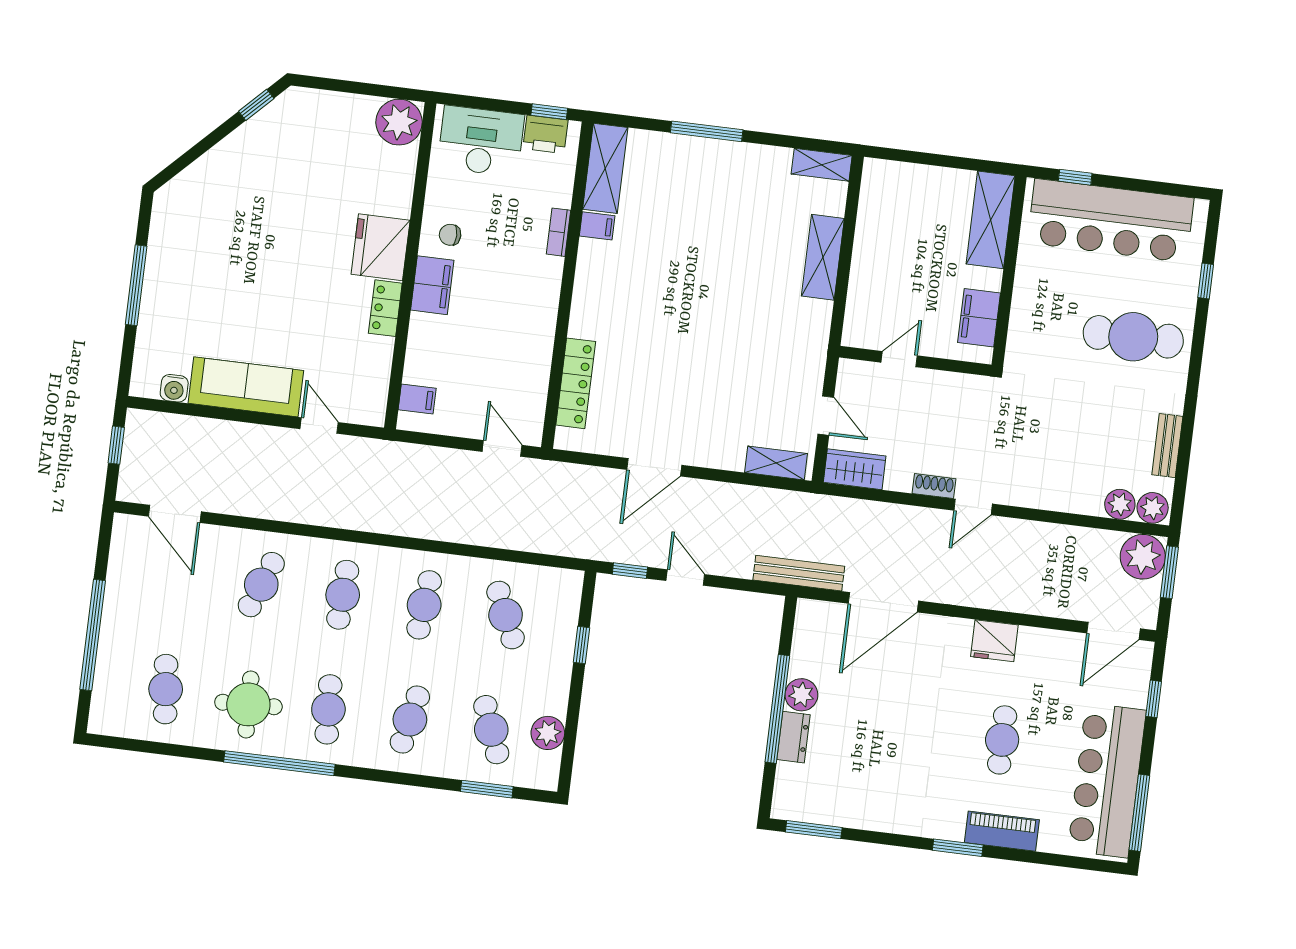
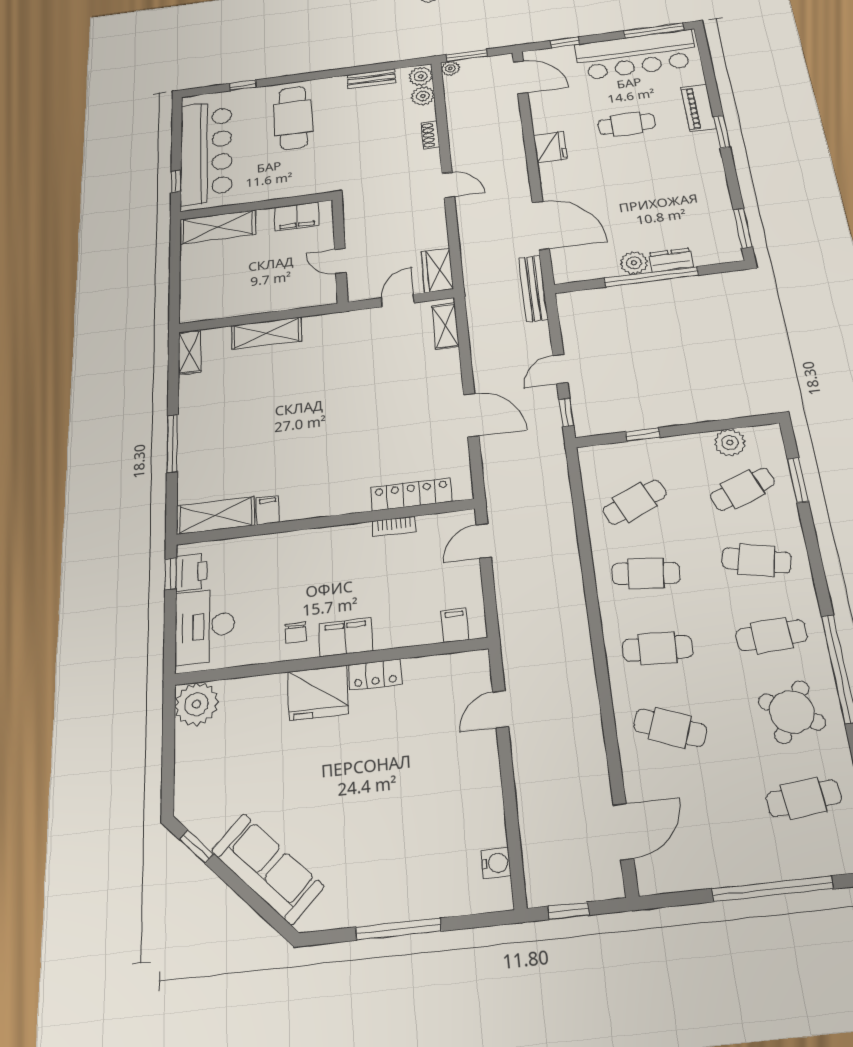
bookcase: (559, 232) -> (394, 526), moved
sofa: (246, 387) -> (267, 869), moved, turned 135
shoe rack: (934, 486) -> (430, 135), moved
plant: (1143, 557) -> (450, 68), width x0.53, depth x0.53
round table: (248, 704) -> (792, 712), turned 32

